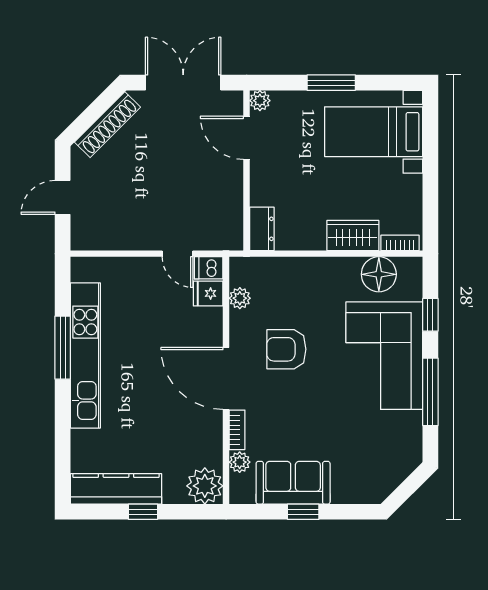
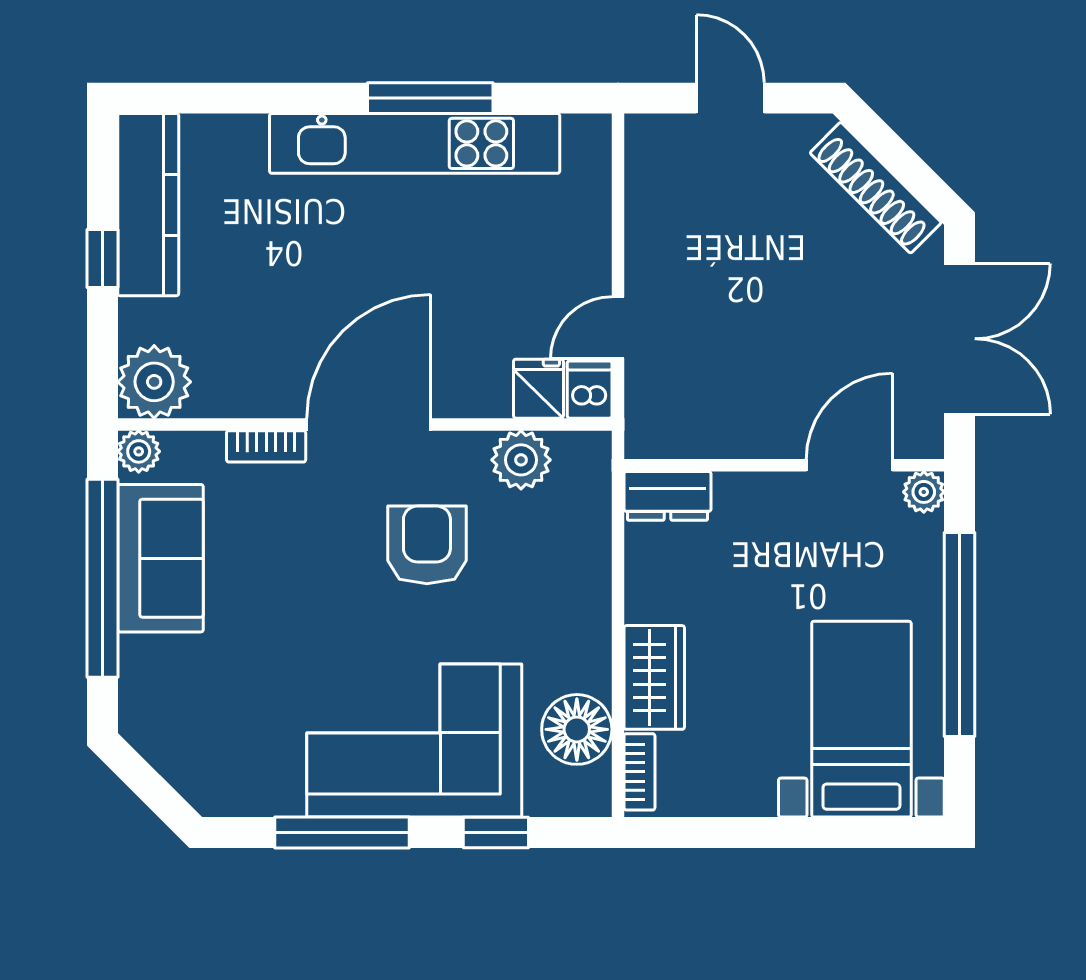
window: (331, 83) -> (960, 635), width x2.11
plant: (240, 298) -> (521, 460), width x1.38, depth x1.38
plant: (240, 462) -> (139, 451), moved
window: (303, 512) -> (102, 578), width x3.17

